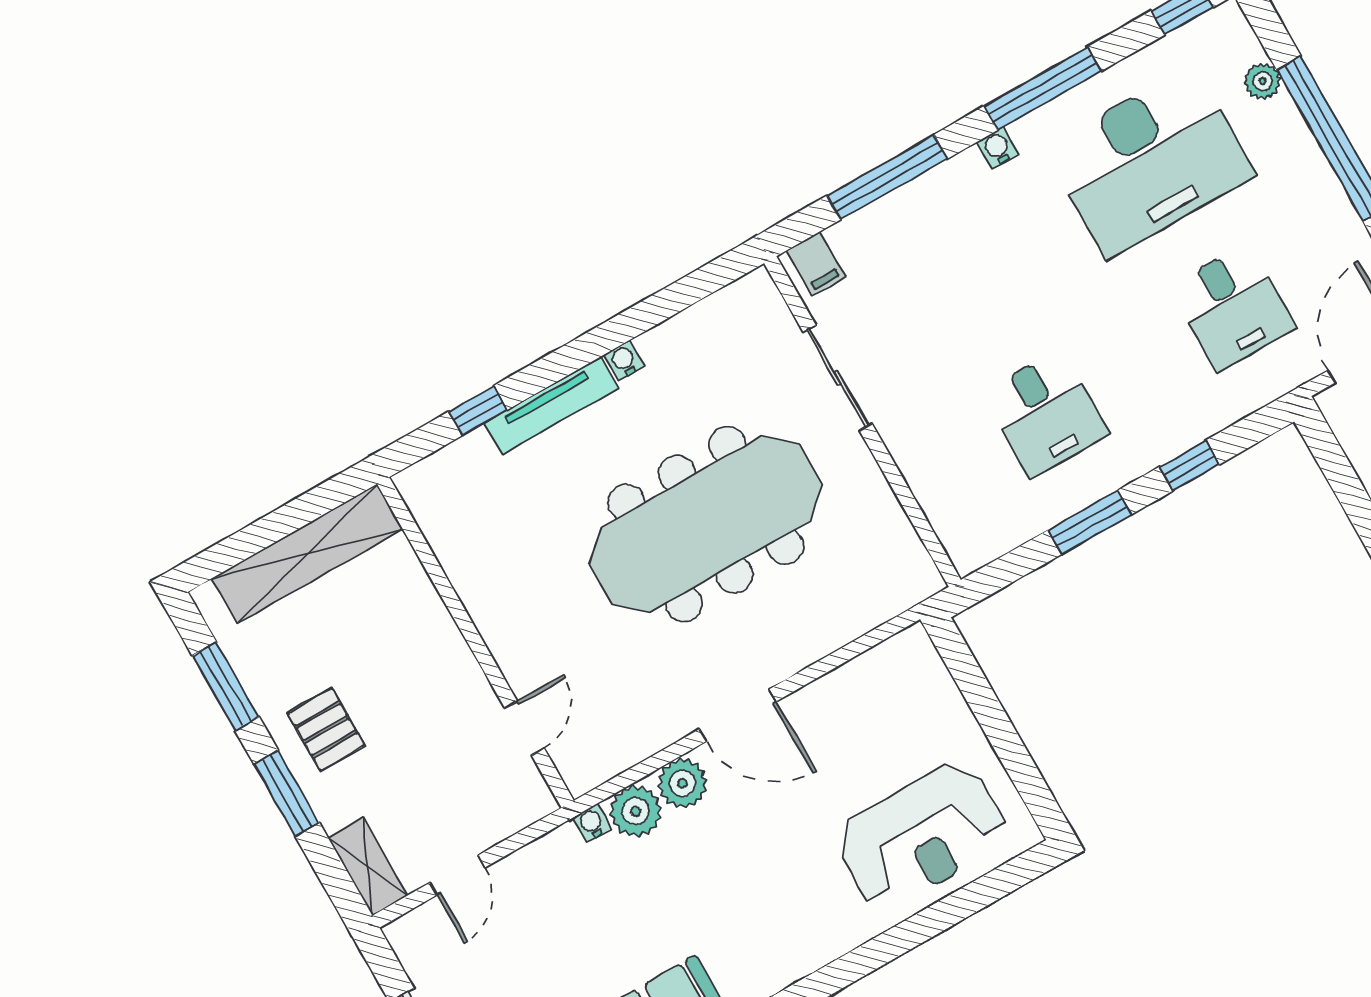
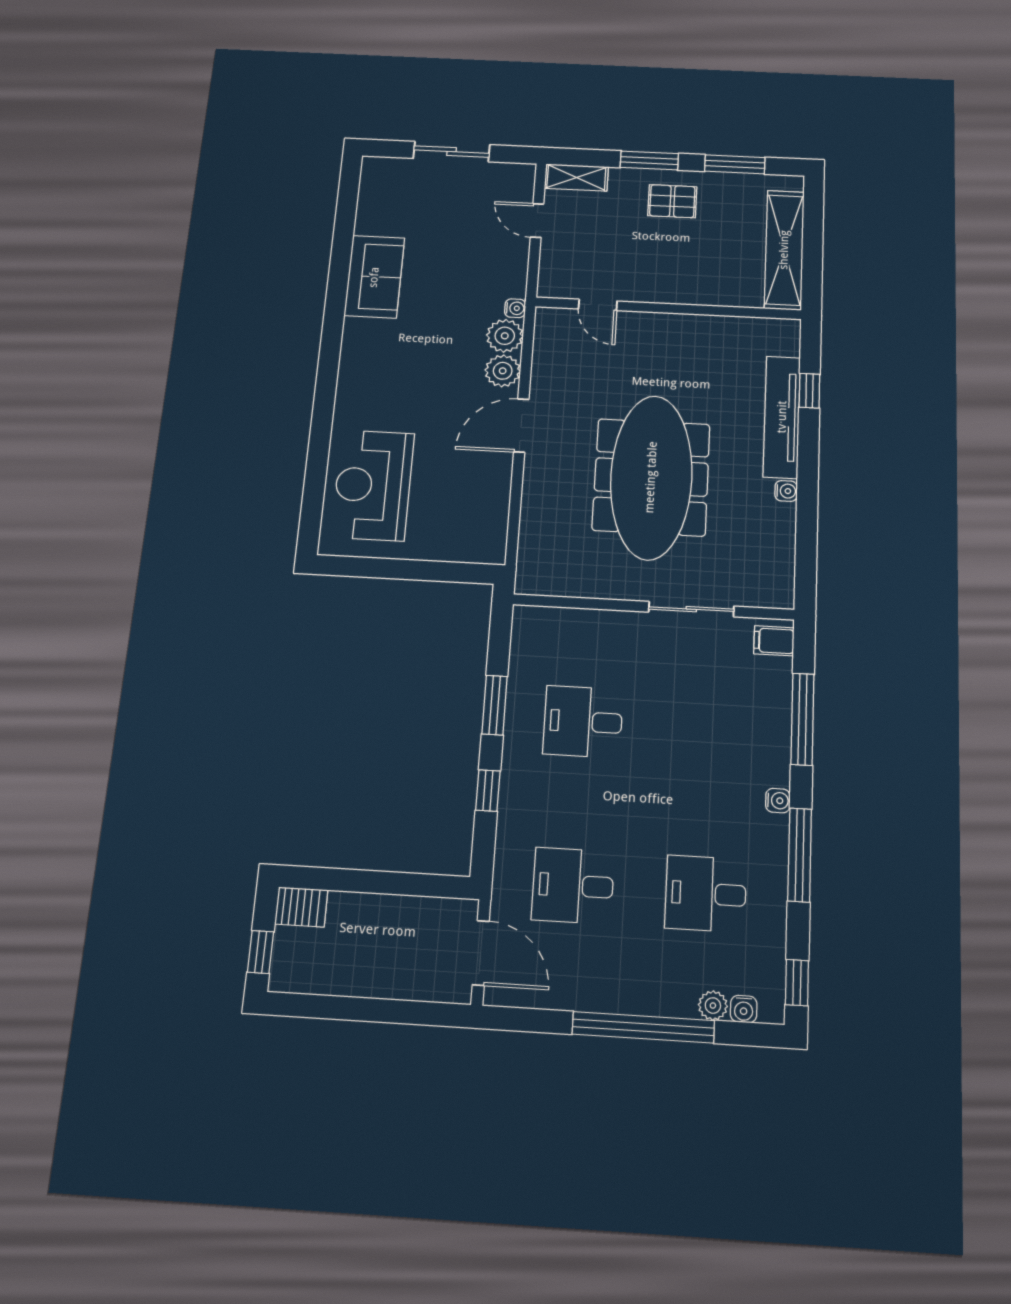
water cooler: (1245, 47) -> (744, 1009), added
desk: (1150, 162) -> (706, 894), width x0.53, depth x0.77
tv unit: (551, 406) -> (782, 417), width x1.36, depth x1.29

